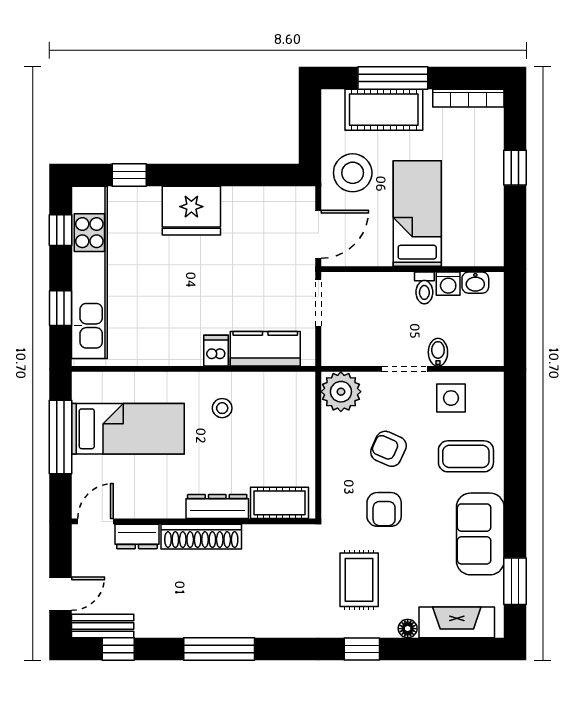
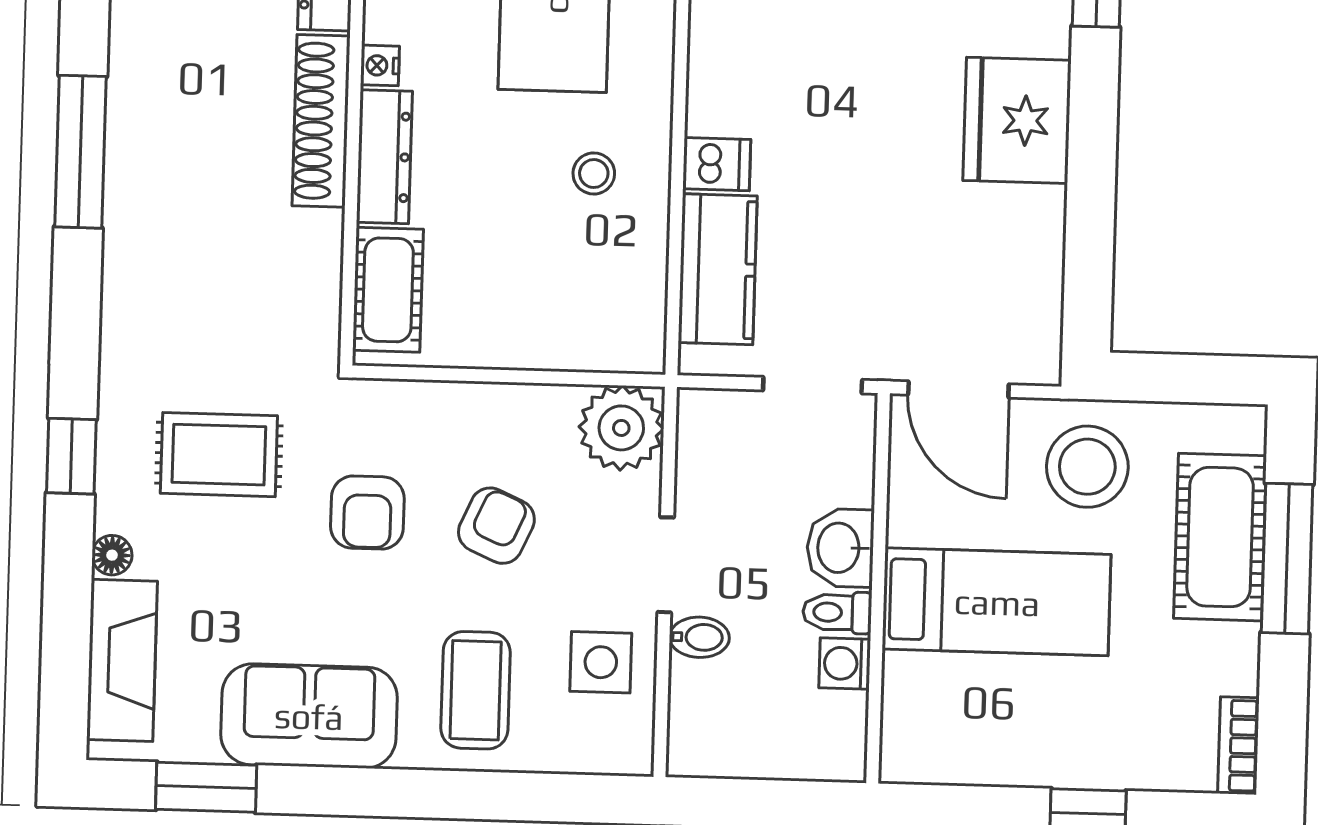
bookcase: (468, 98) -> (1238, 746), width x0.64
washbasin: (475, 283) -> (840, 548), moved, width x1.38, depth x1.45
armchair: (384, 509) -> (367, 513), turned -90
nightstand: (175, 510) -> (380, 65), added

